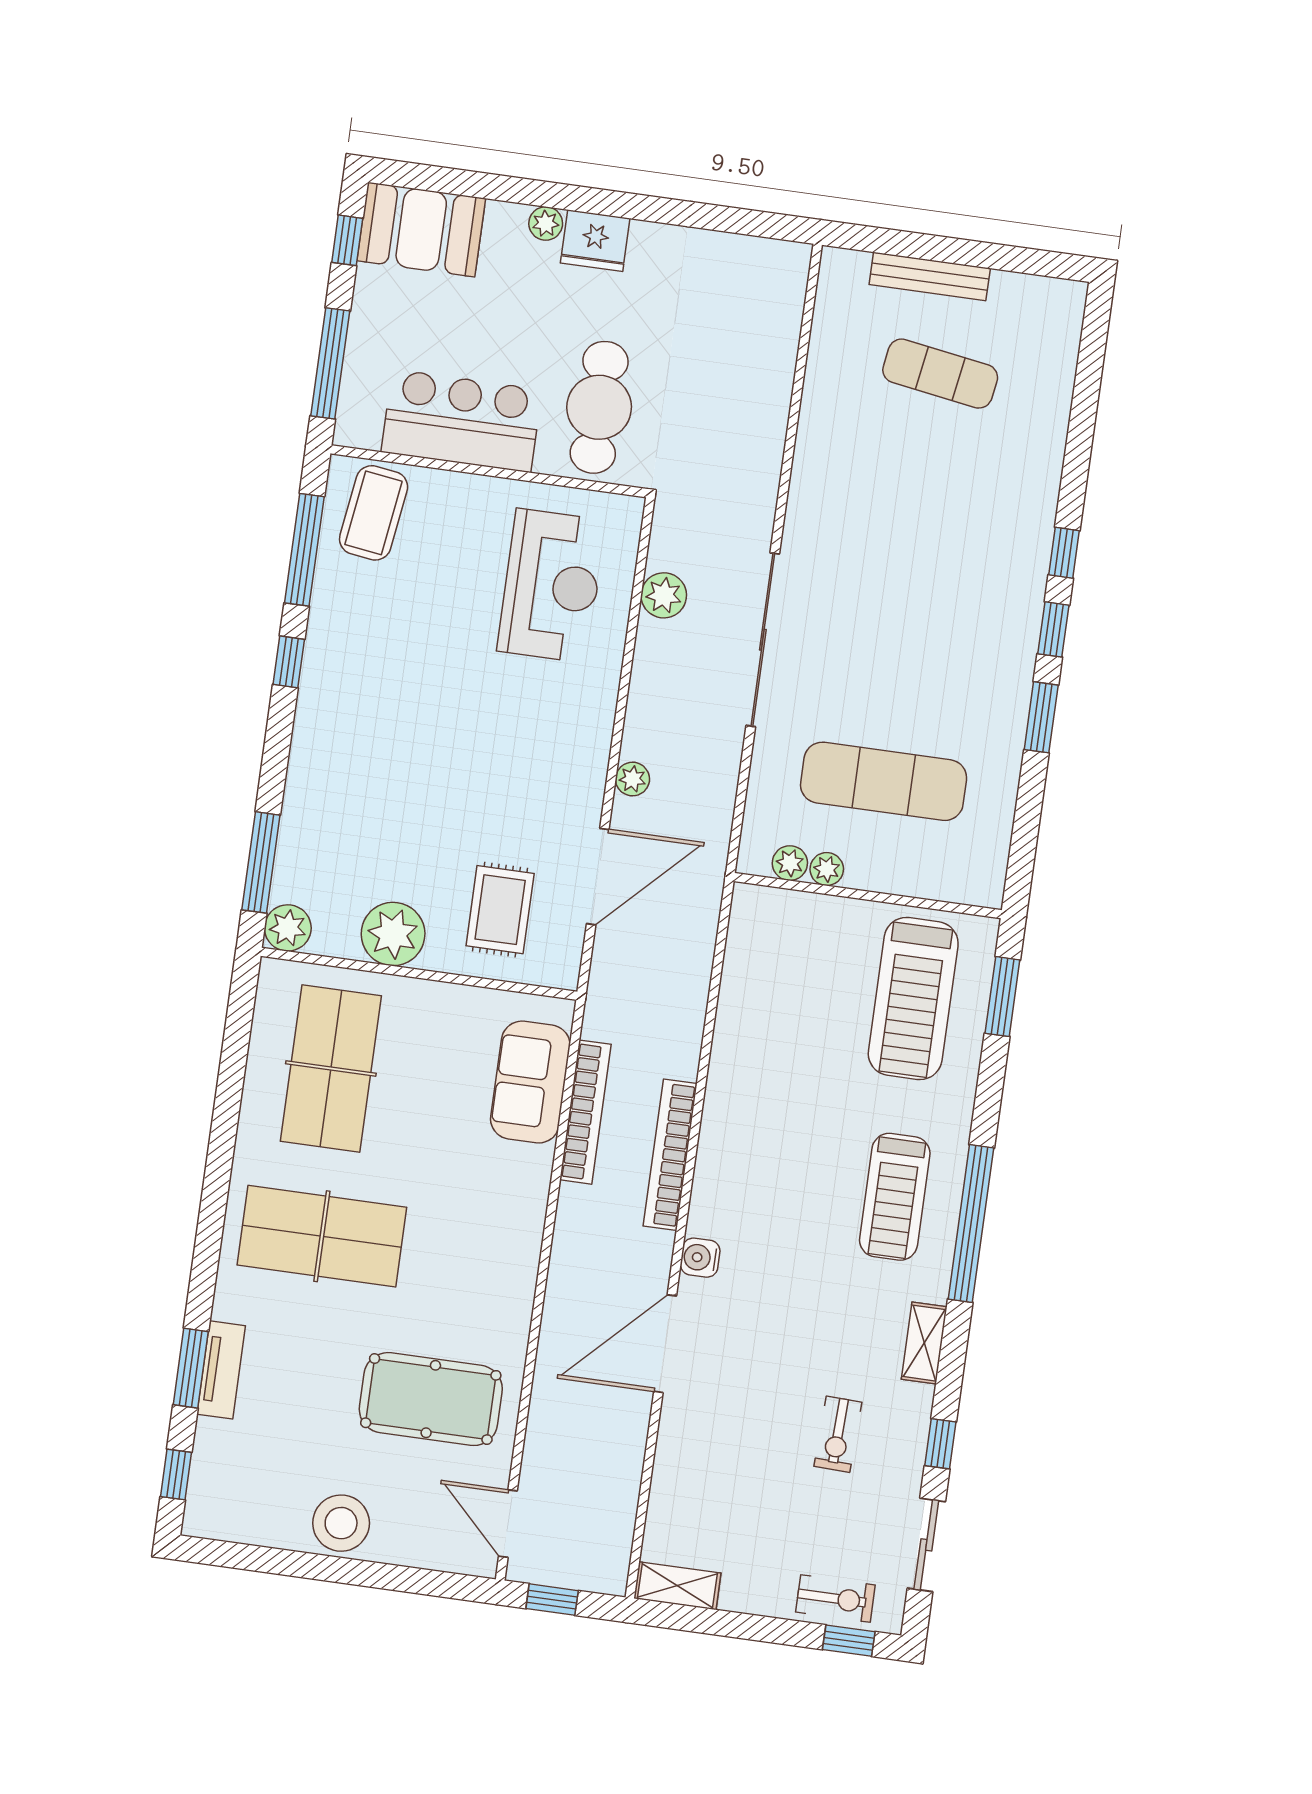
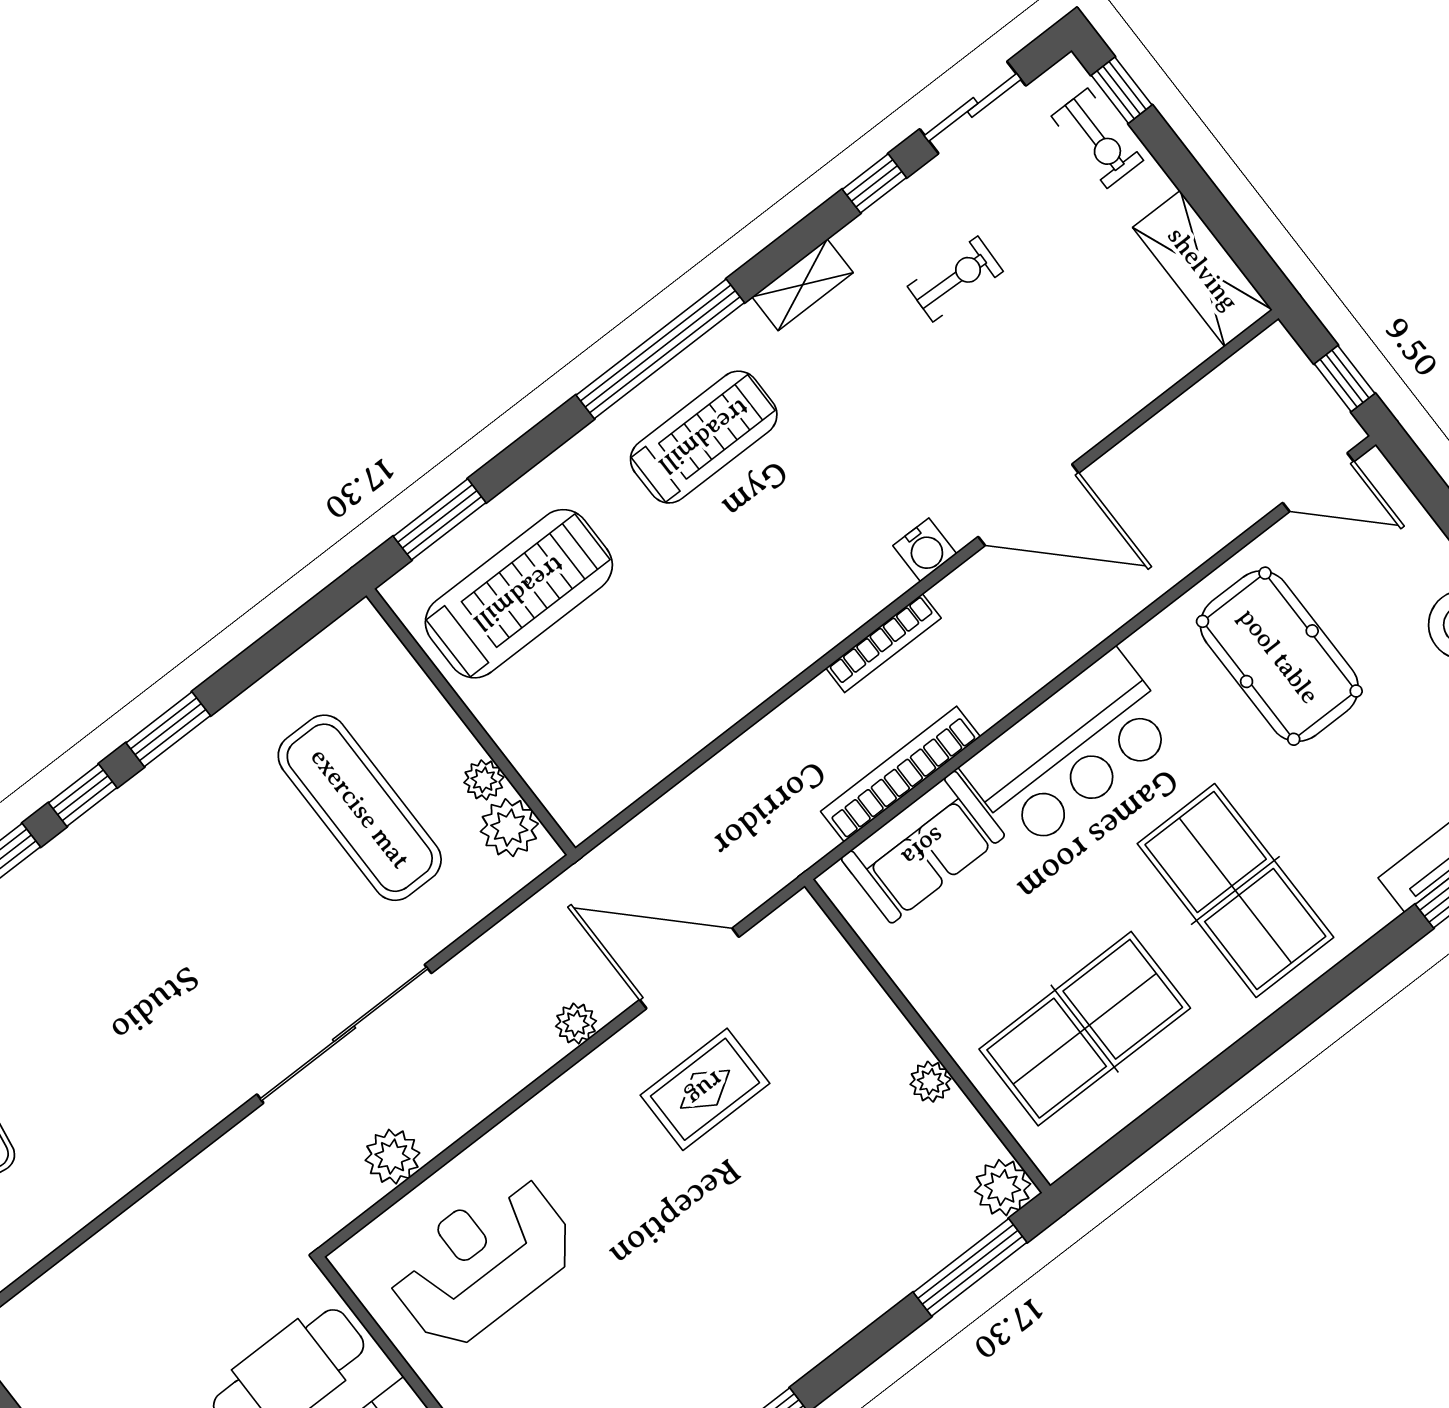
plant: (790, 863) -> (509, 828), width x1.38, depth x1.38
rug: (500, 910) -> (705, 1089), moved
plant: (393, 934) -> (930, 1082), width x0.53, depth x0.53
bookcase: (670, 1155) -> (883, 643), width x0.68, depth x0.76
bar counter: (499, 1224) -> (1071, 750), added
door: (508, 1524) -> (1318, 482), hinge flipped
shelving: (677, 1586) -> (1203, 269), width x1.50, depth x1.33
exercise bike: (835, 1599) -> (1097, 138), turned 180

